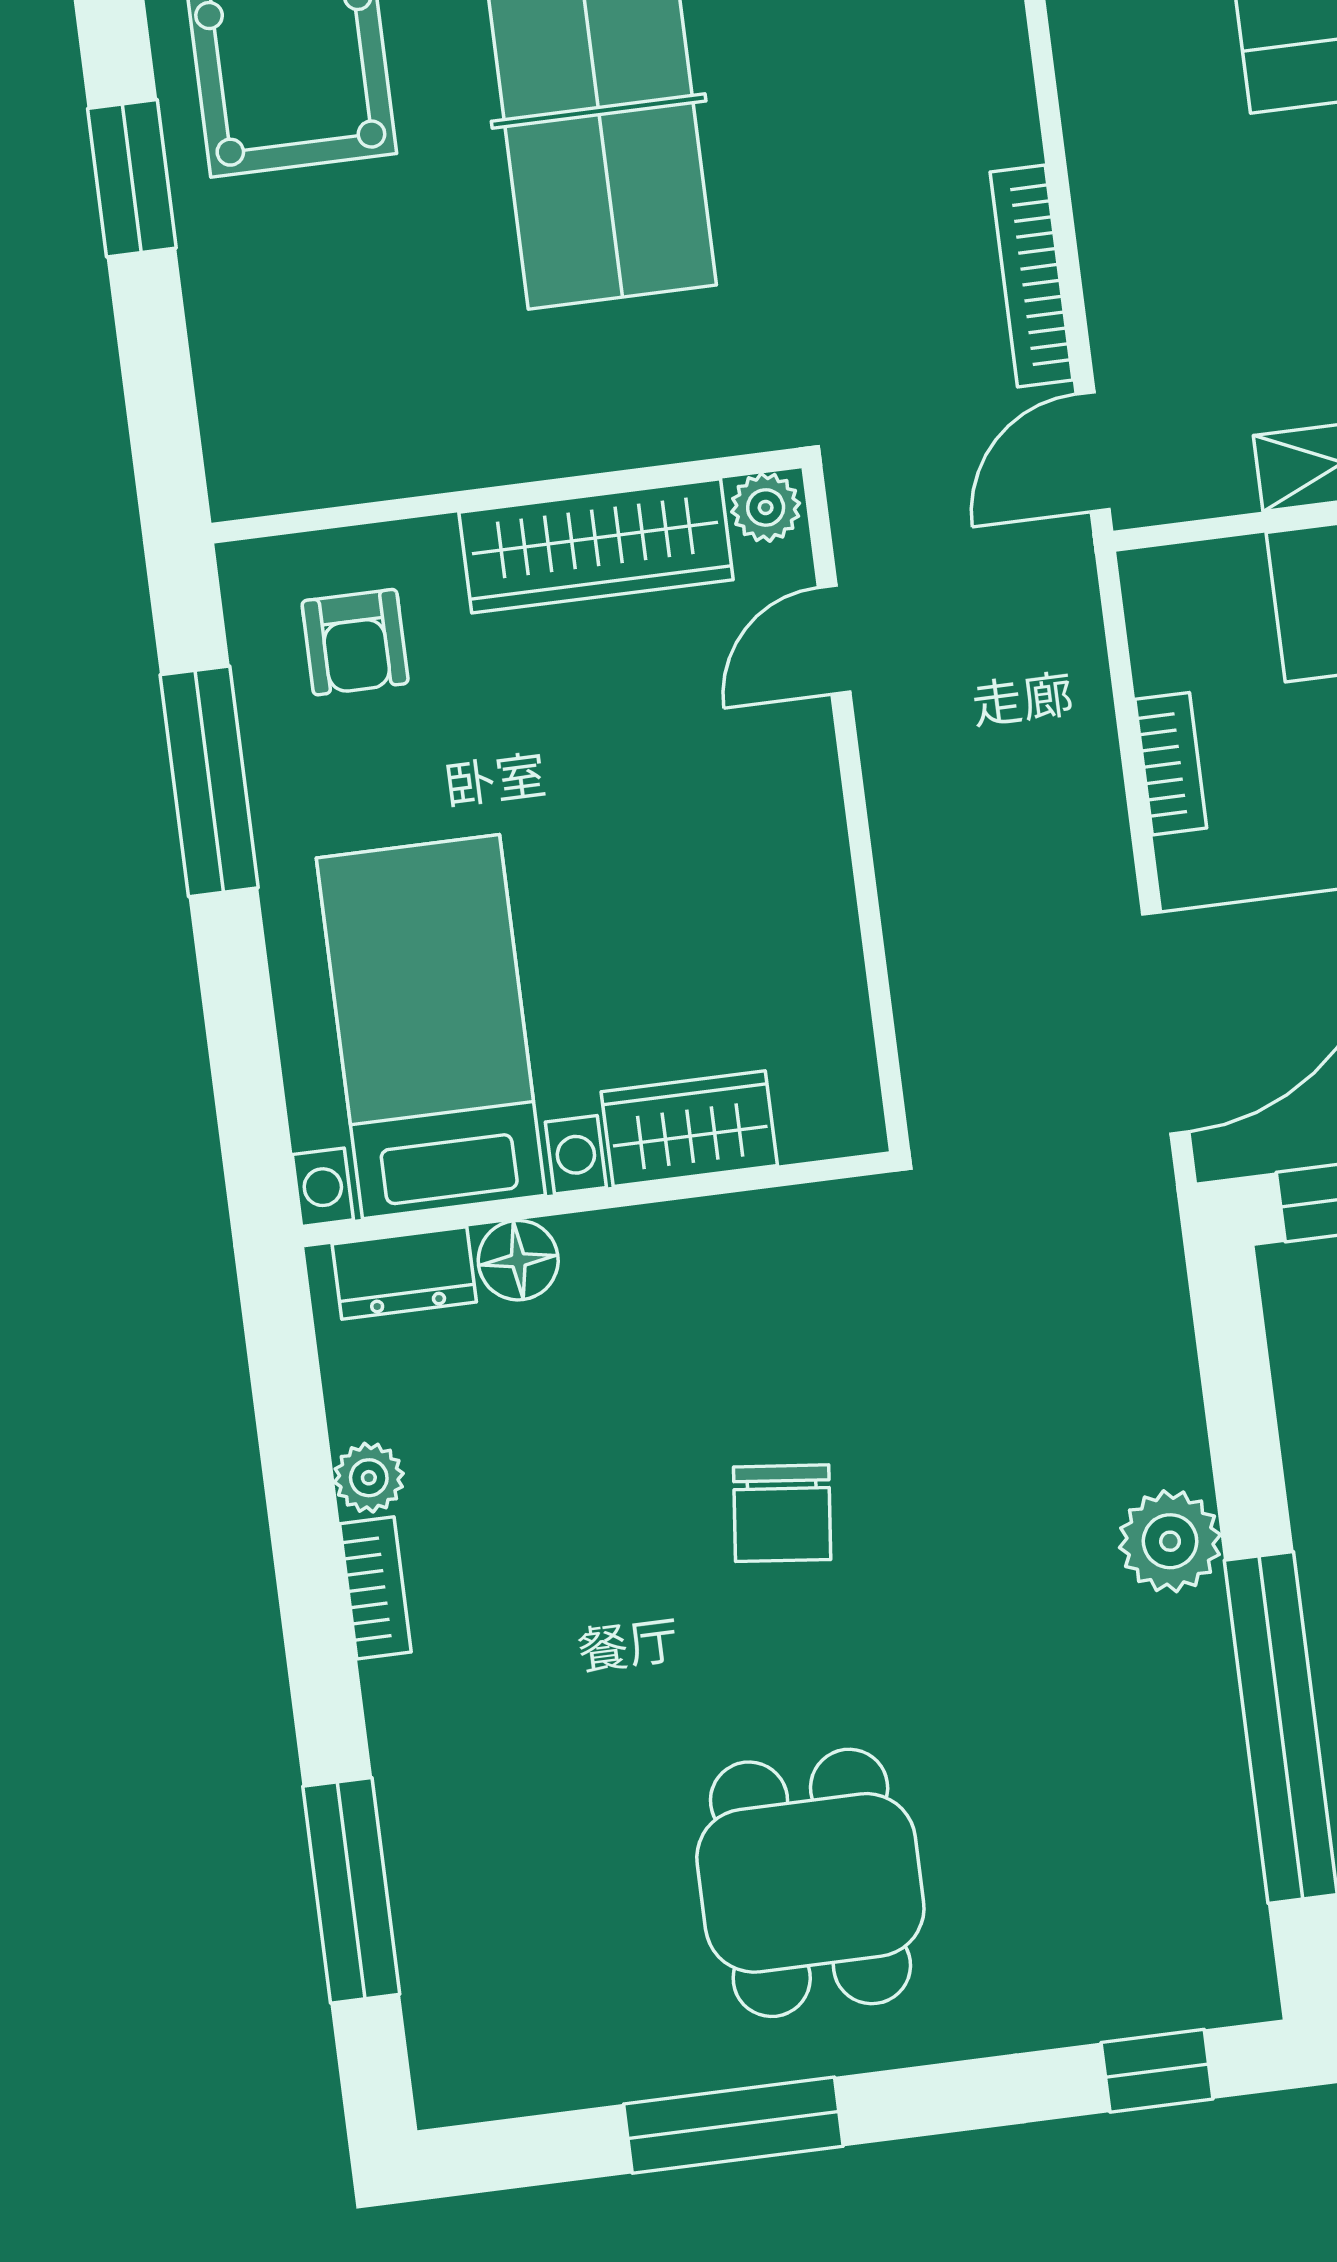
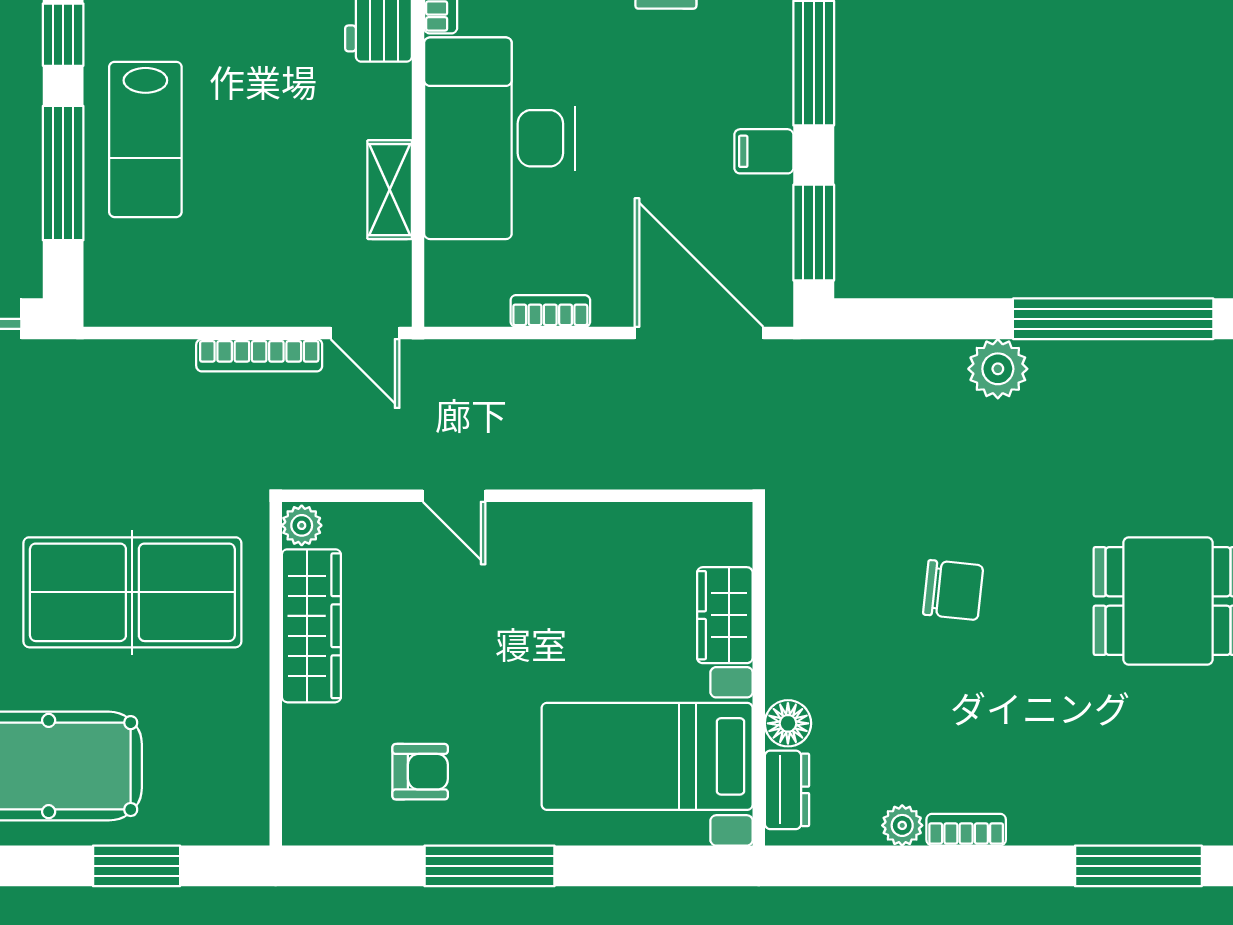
wall: (506, 496) -> (276, 674), moved
plant: (766, 507) -> (302, 525), moved
wardrobe: (596, 546) -> (311, 626), moved

